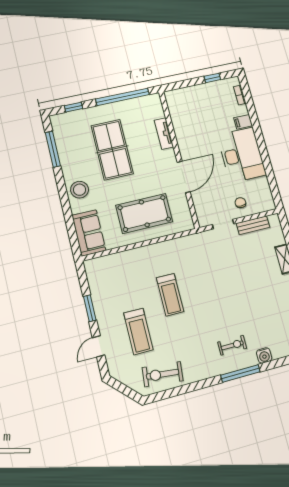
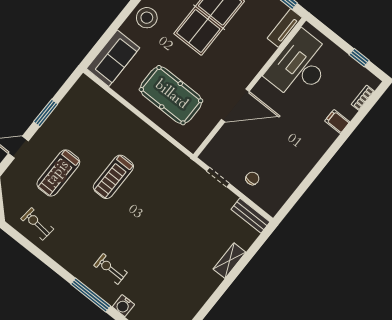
tv unit: (164, 134) -> (285, 28), moved
desk: (242, 155) -> (300, 66), moved, turned 180
bench: (253, 225) -> (250, 216), moved
exercise bike: (232, 345) -> (110, 269), turned 180
exercise bike: (163, 374) -> (37, 224), width x0.73, depth x0.72

